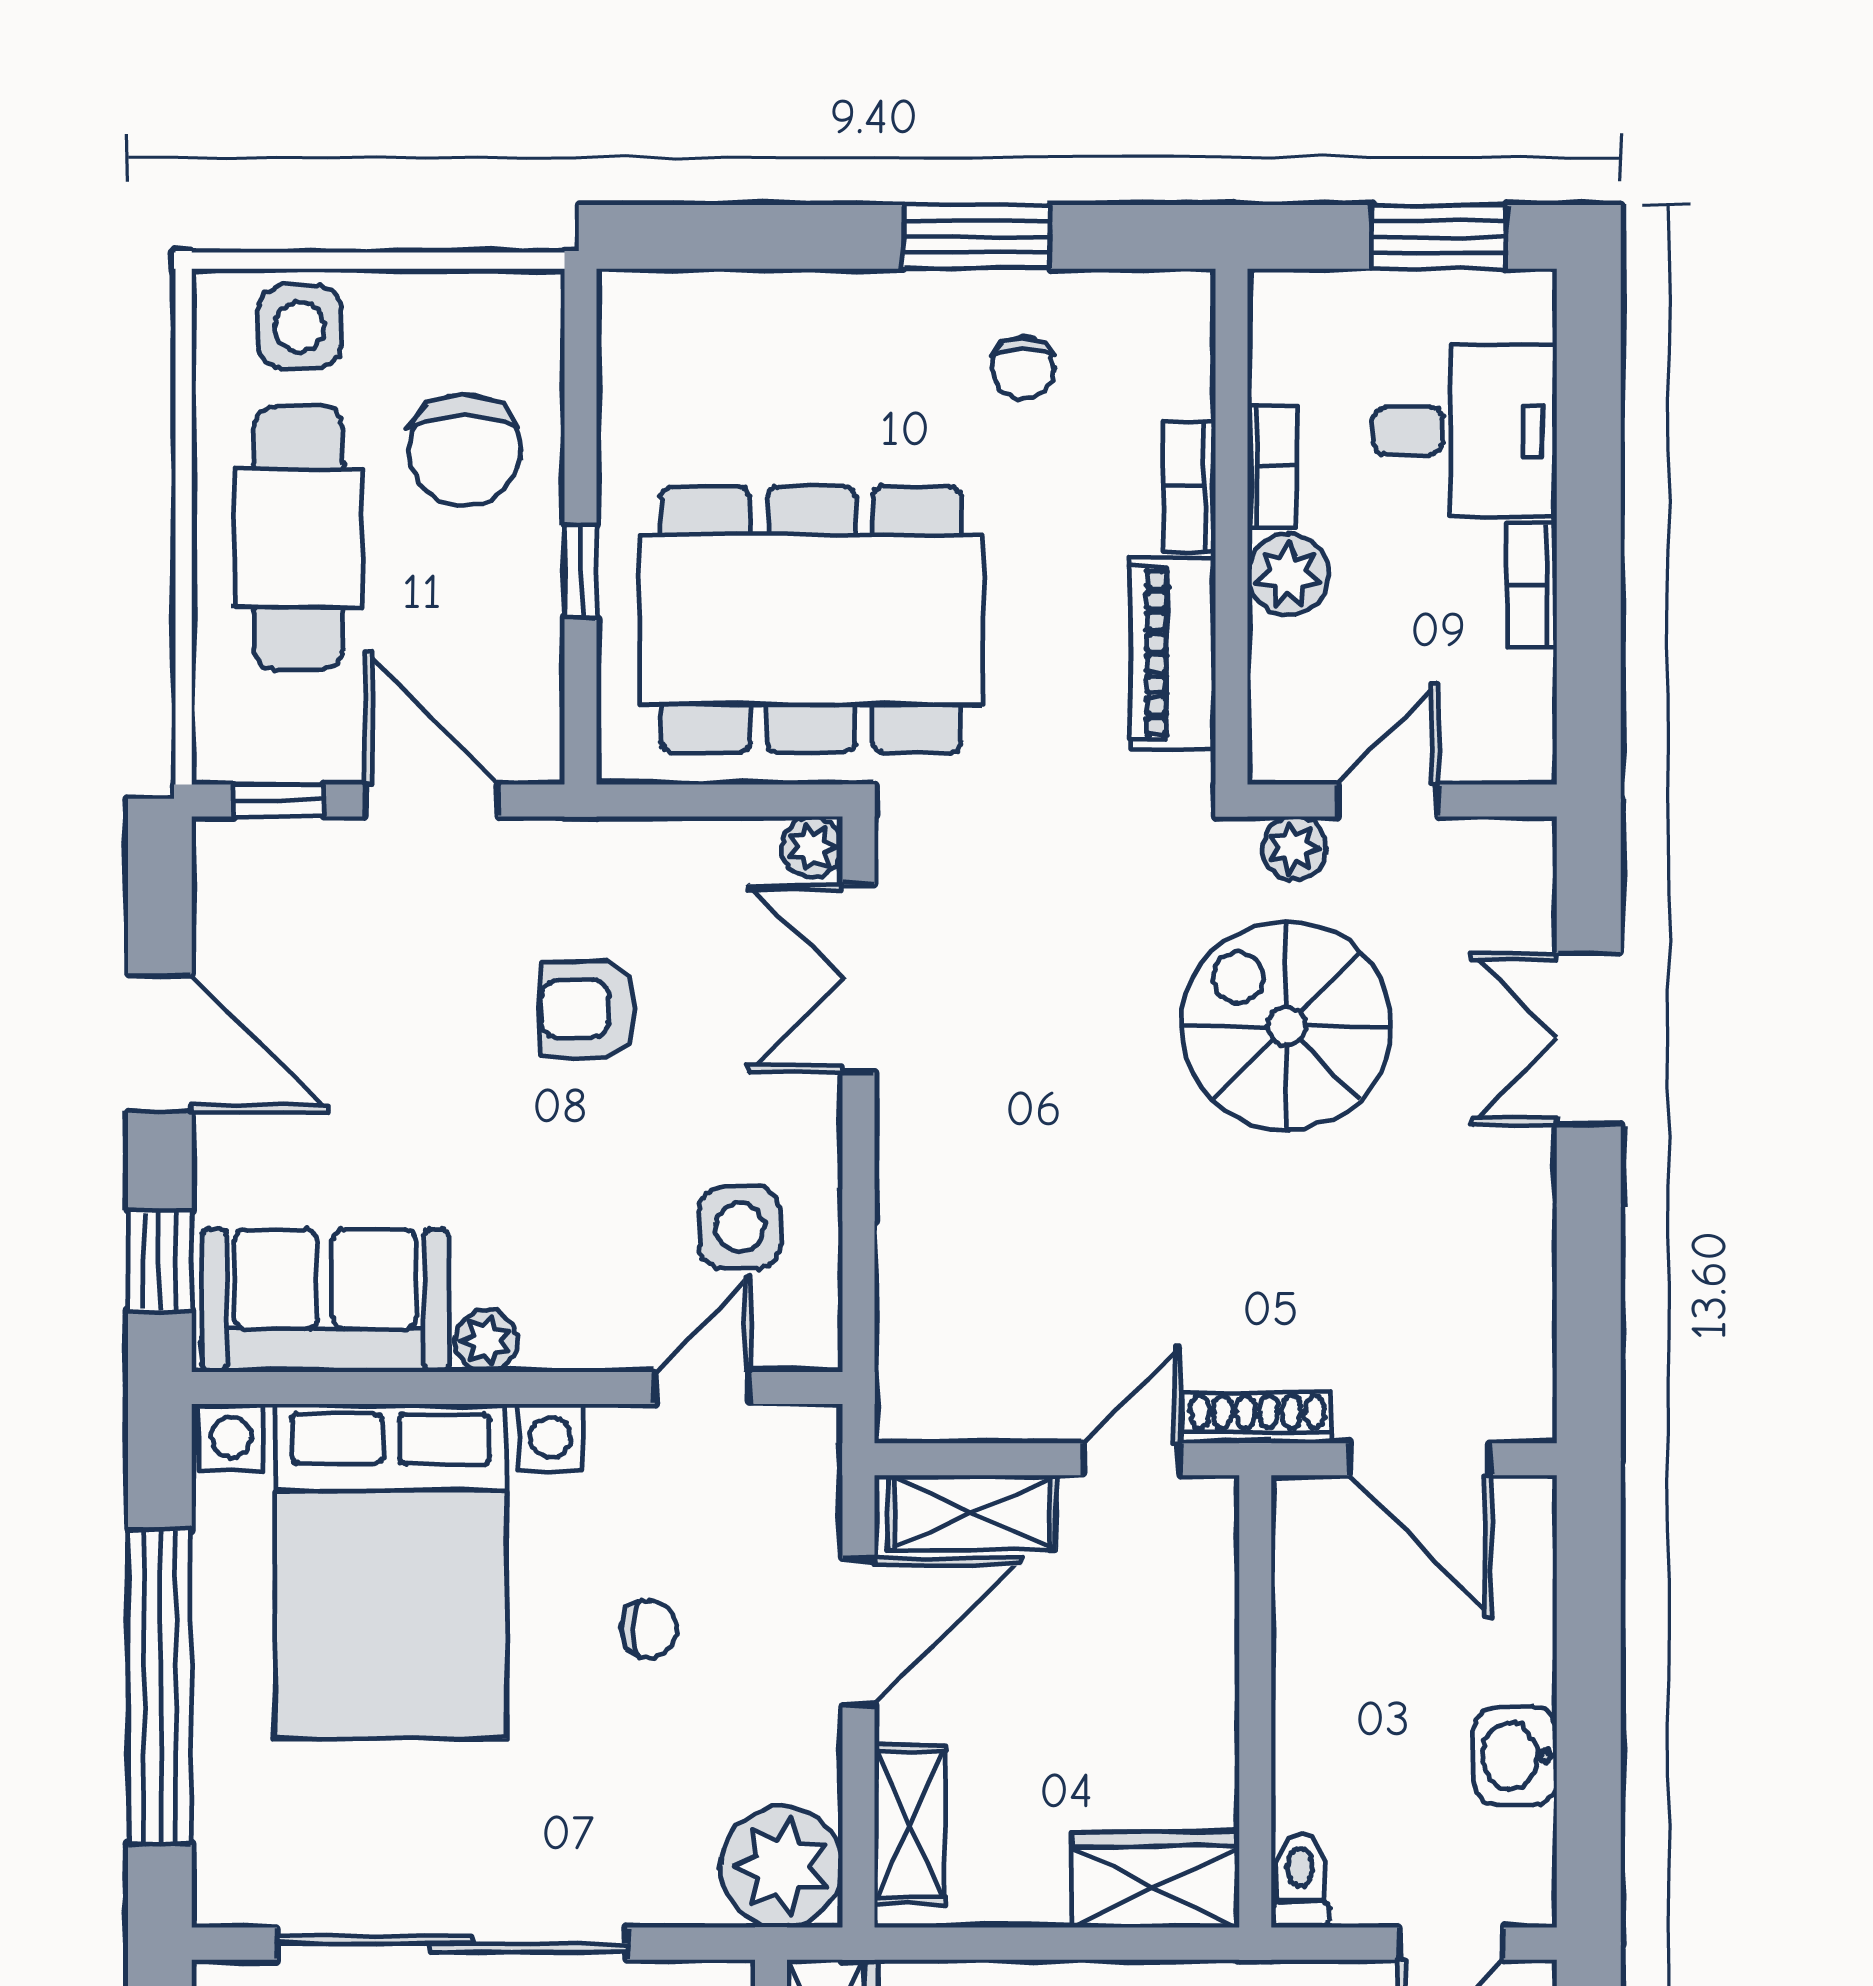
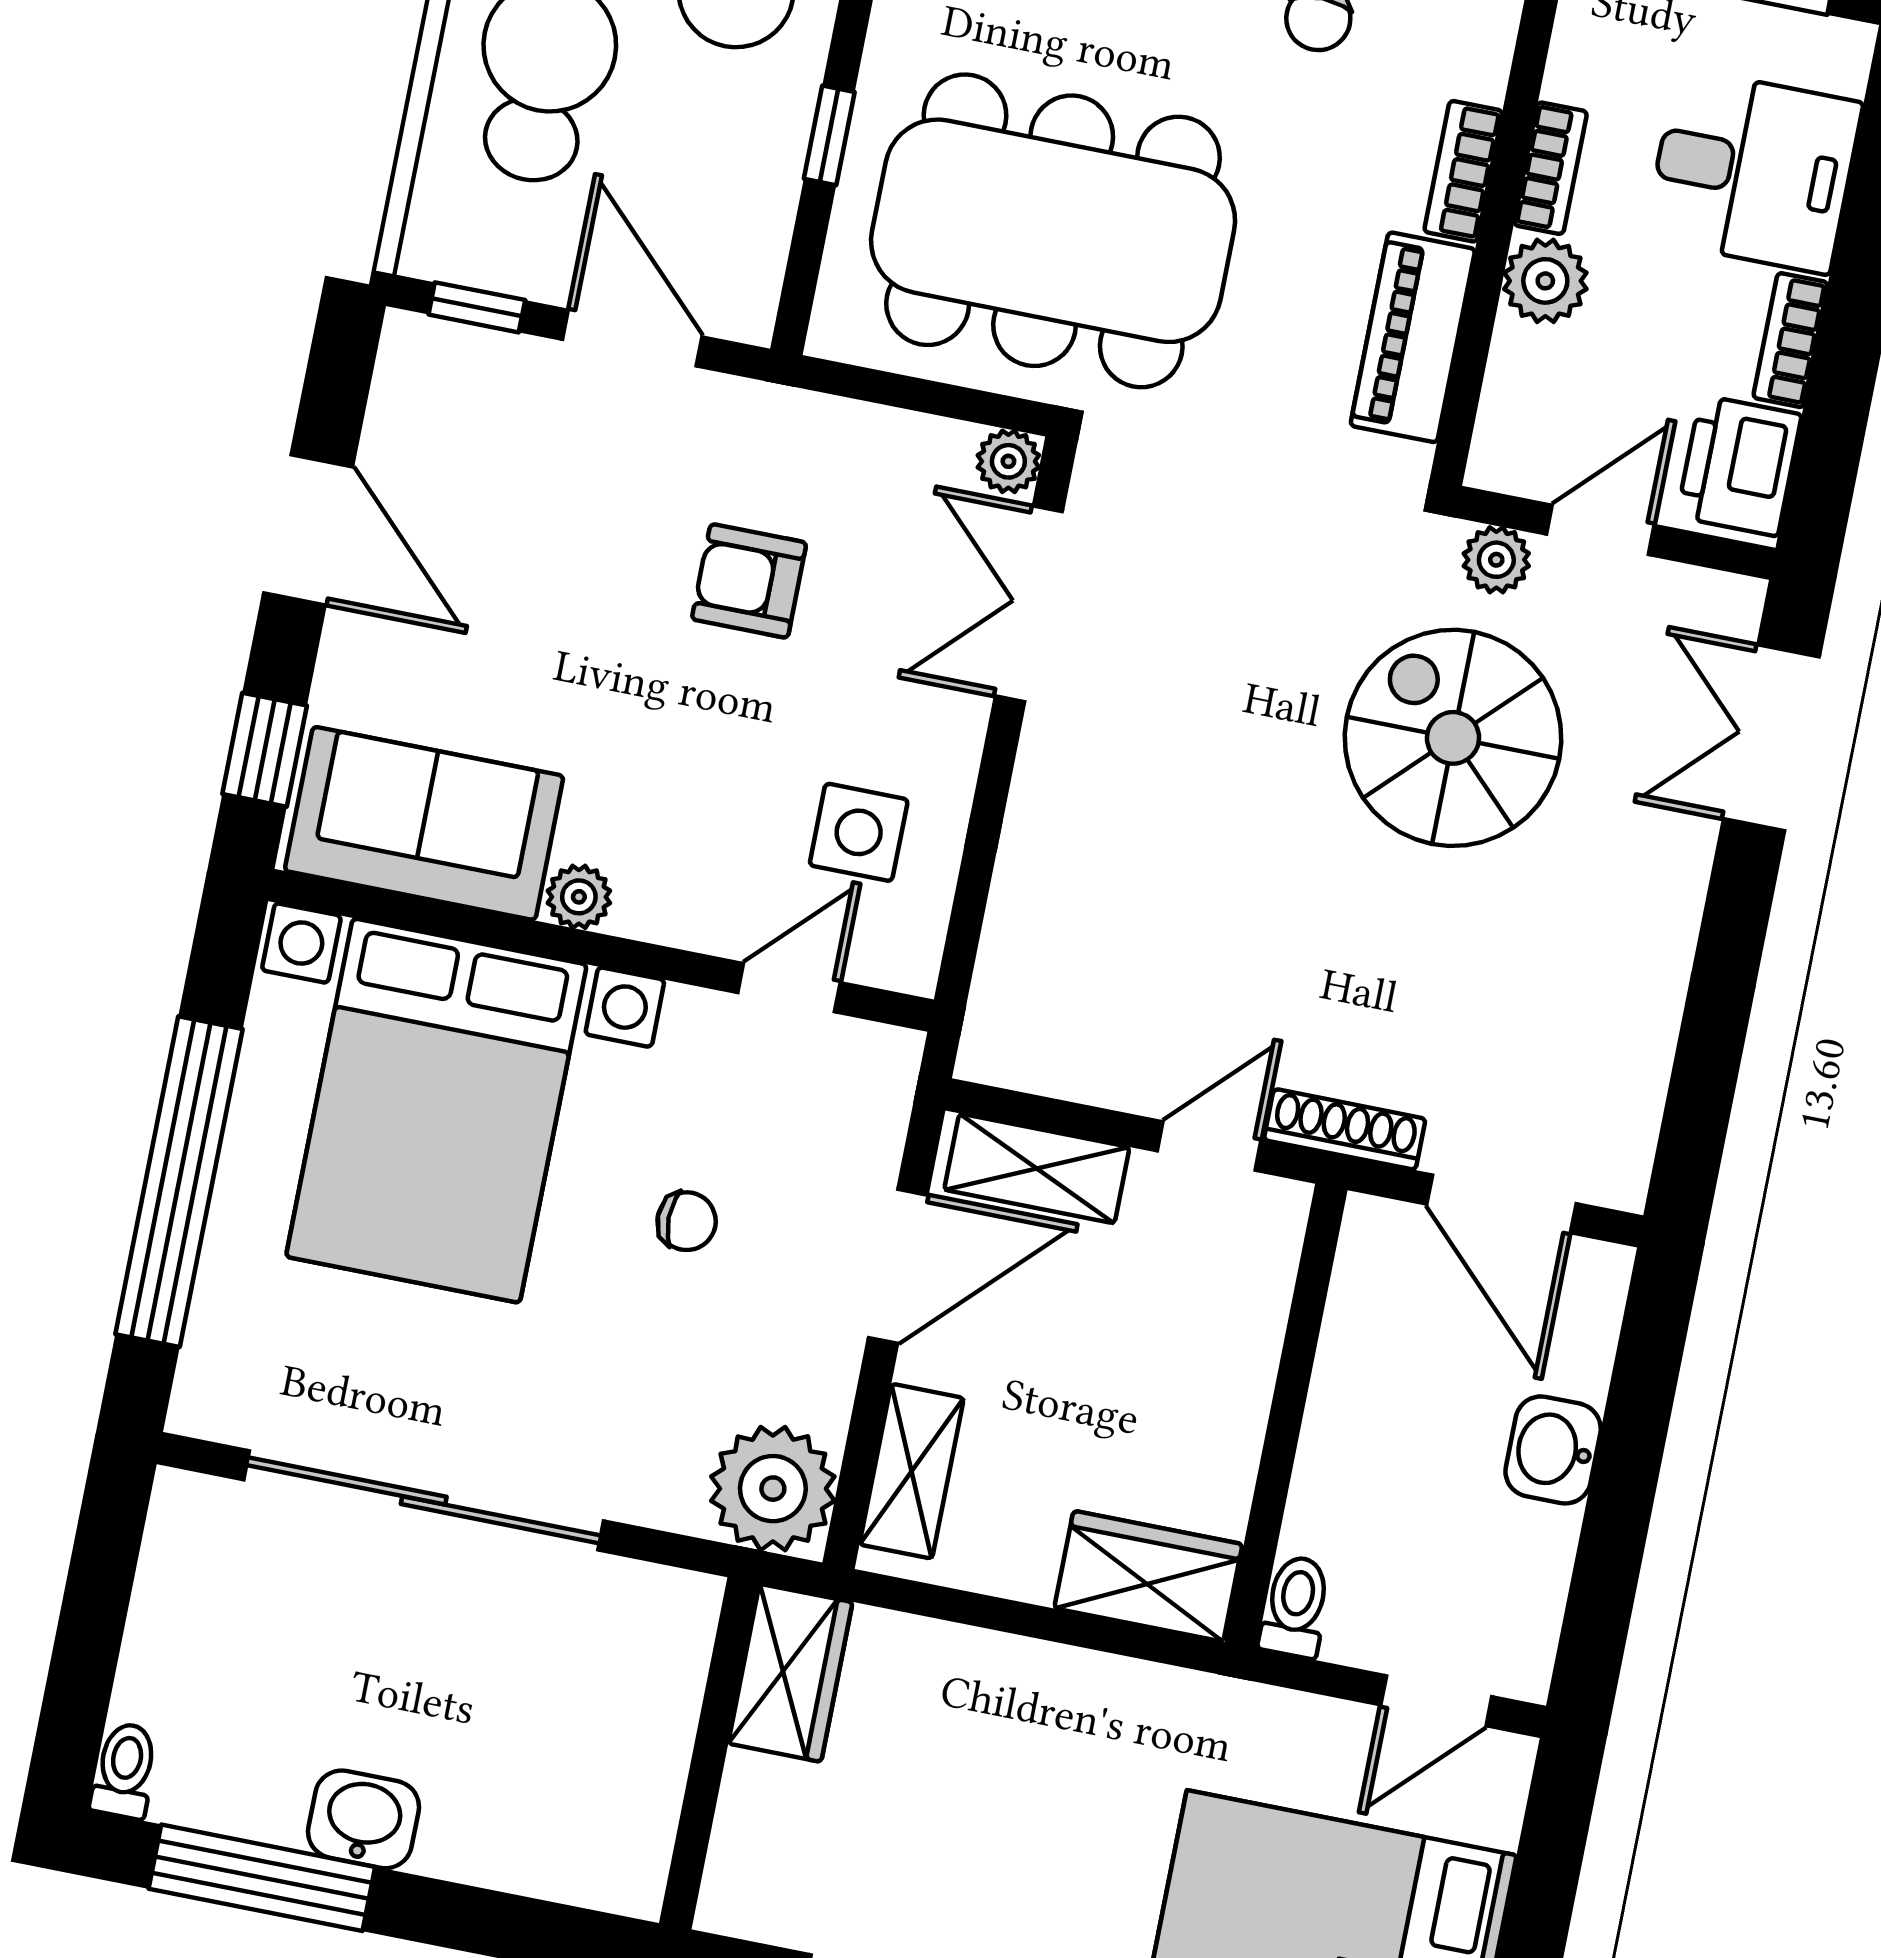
printer: (1507, 713) -> (1739, 466), added
double door: (1589, 1039) -> (1771, 738), moved
washbasin: (1515, 1756) -> (1553, 1450), moved

